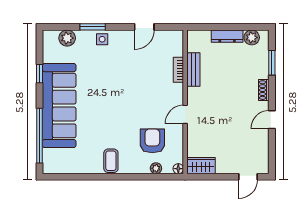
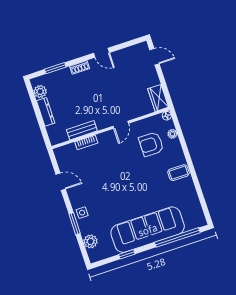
door: (185, 114) -> (121, 125), hinge flipped

